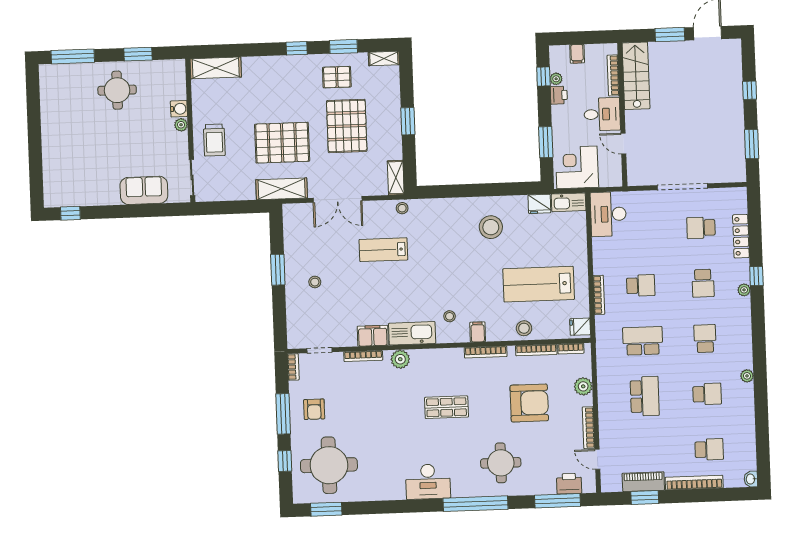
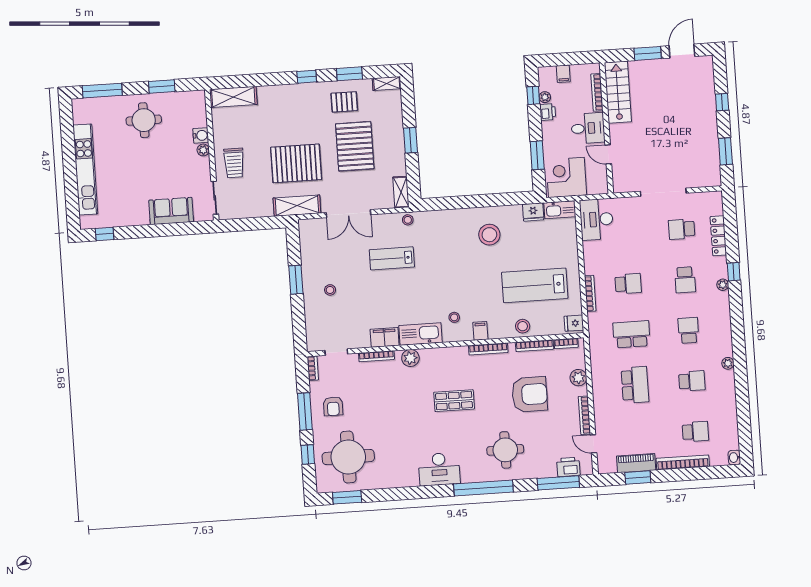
kitchen unit: (52, 142) -> (85, 170), added

